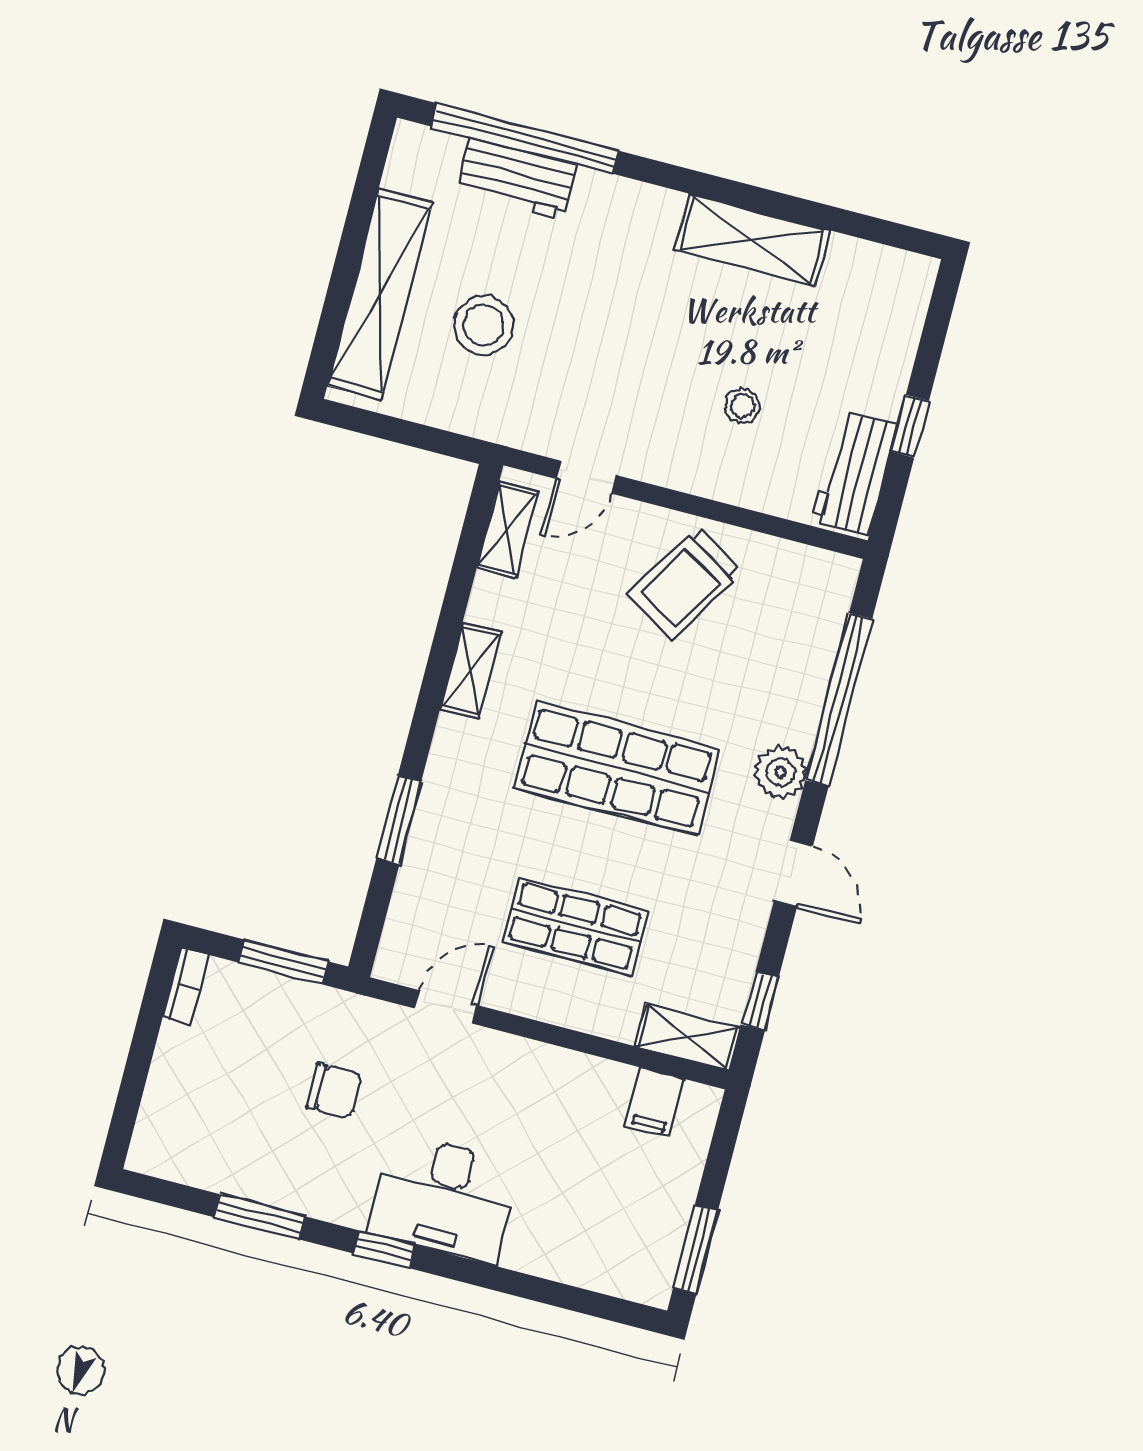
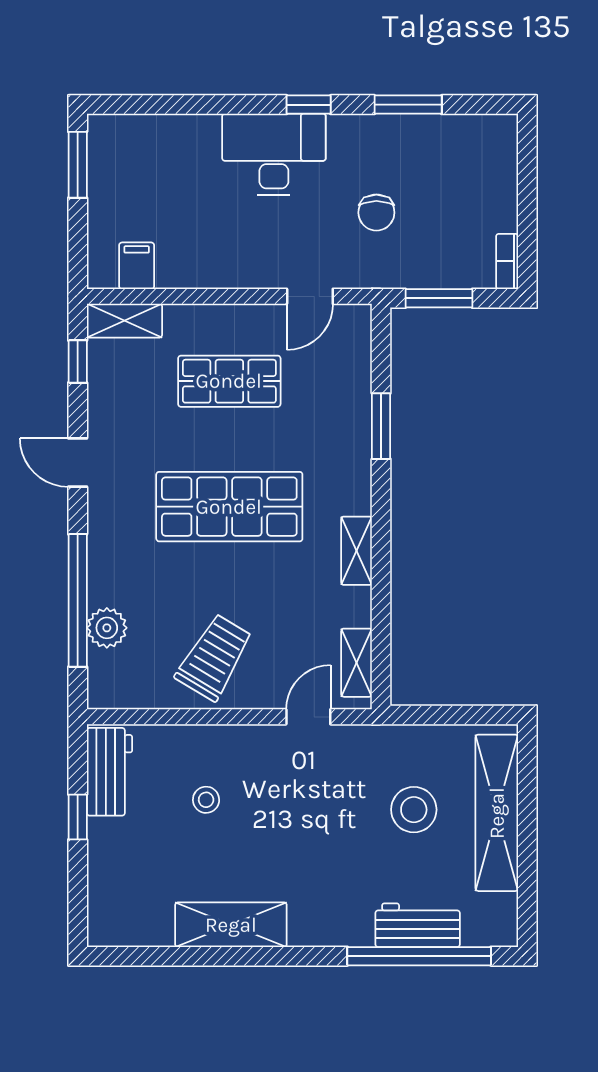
plant: (781, 772) -> (107, 628), moved
chair: (334, 1091) -> (376, 213), turned -90

